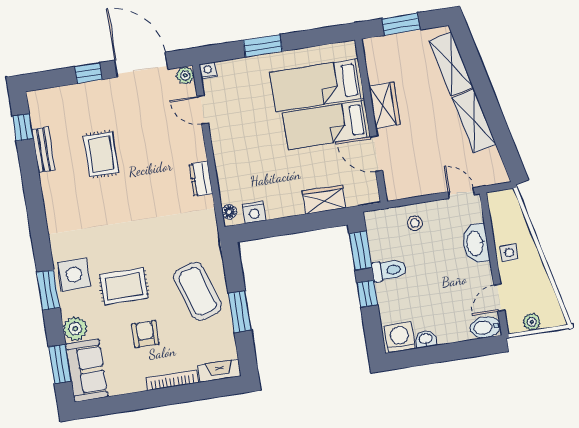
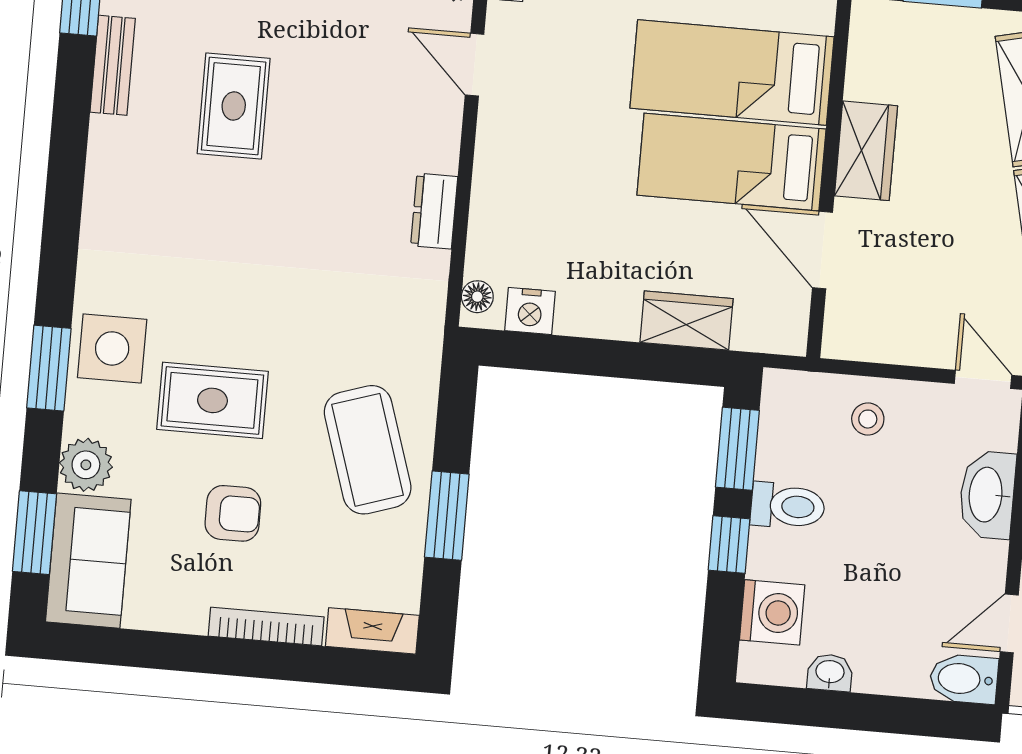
armchair: (145, 334) -> (233, 513), turned 90
washing machine: (400, 337) -> (772, 612), moved, turned 90

